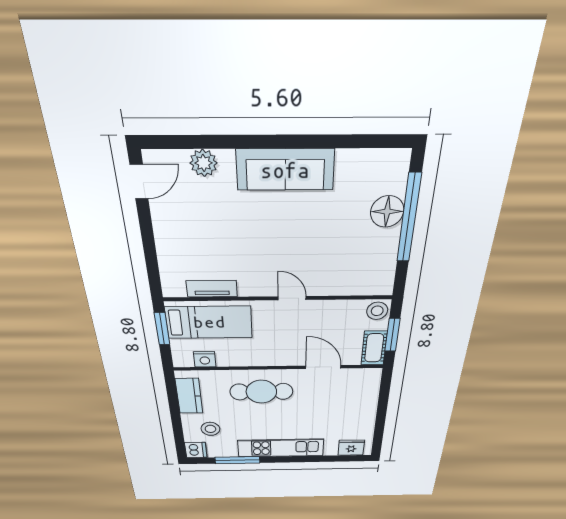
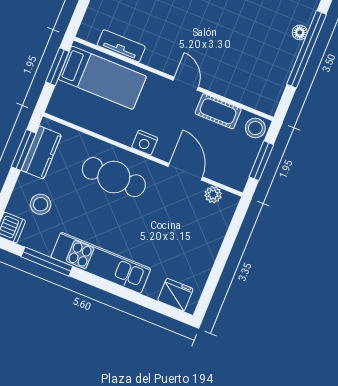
floor lamp: (387, 212) -> (300, 32), width x0.53, depth x0.53
cot: (374, 348) -> (218, 111), moved, turned 90
nightstand: (205, 359) -> (145, 143), moved
plant: (356, 375) -> (213, 195), added
window: (173, 399) -> (24, 150), added

